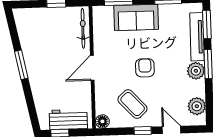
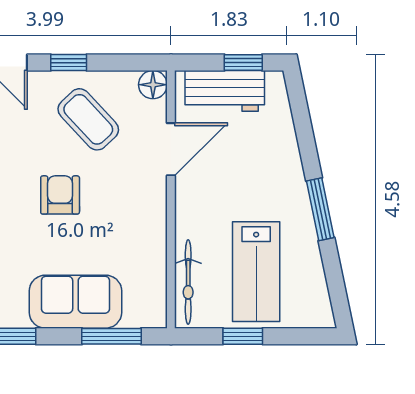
lab bench: (51, 34) -> (256, 272), added
door: (92, 68) -> (171, 149), moved
armchair: (145, 68) -> (60, 195), turned 180

